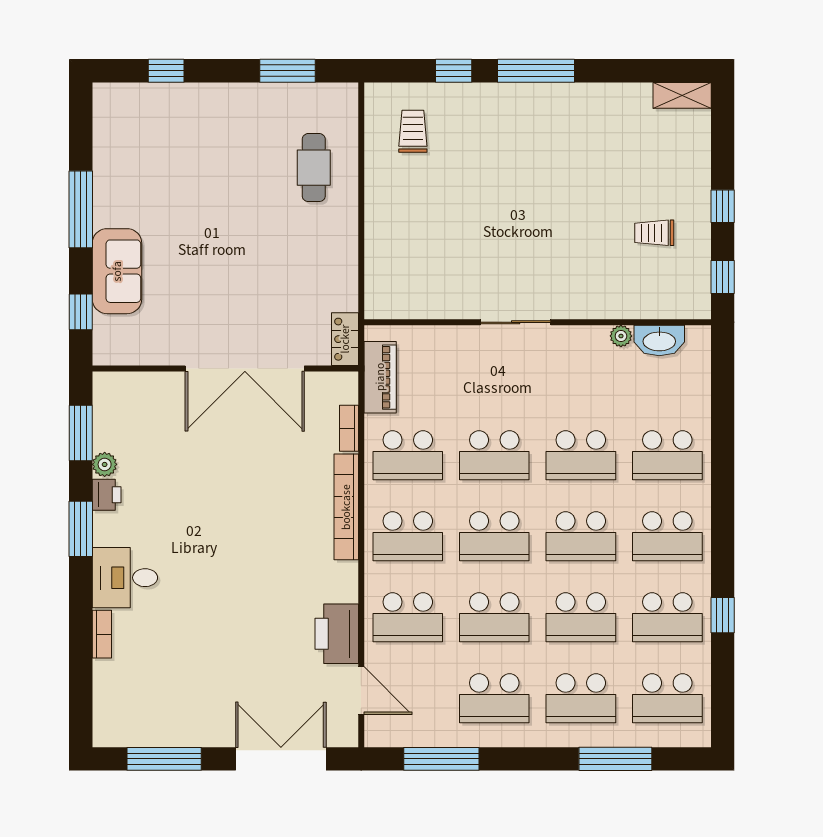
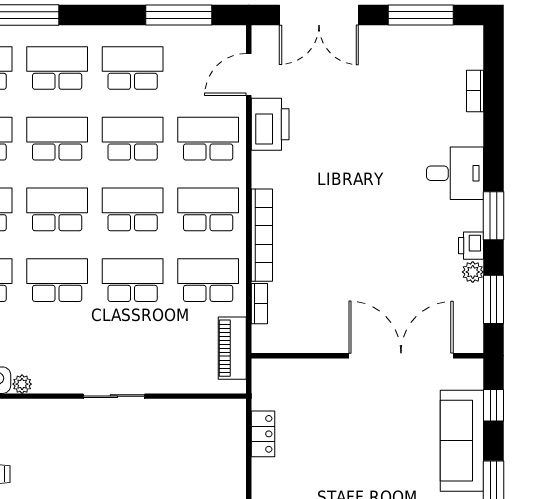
sofa: (117, 271) -> (462, 441), width x1.36
locker: (345, 339) -> (263, 434), moved
double door: (245, 369) -> (401, 356), moved
bookcase: (102, 634) -> (475, 91), moved
door: (361, 691) -> (249, 75), hinge flipped

